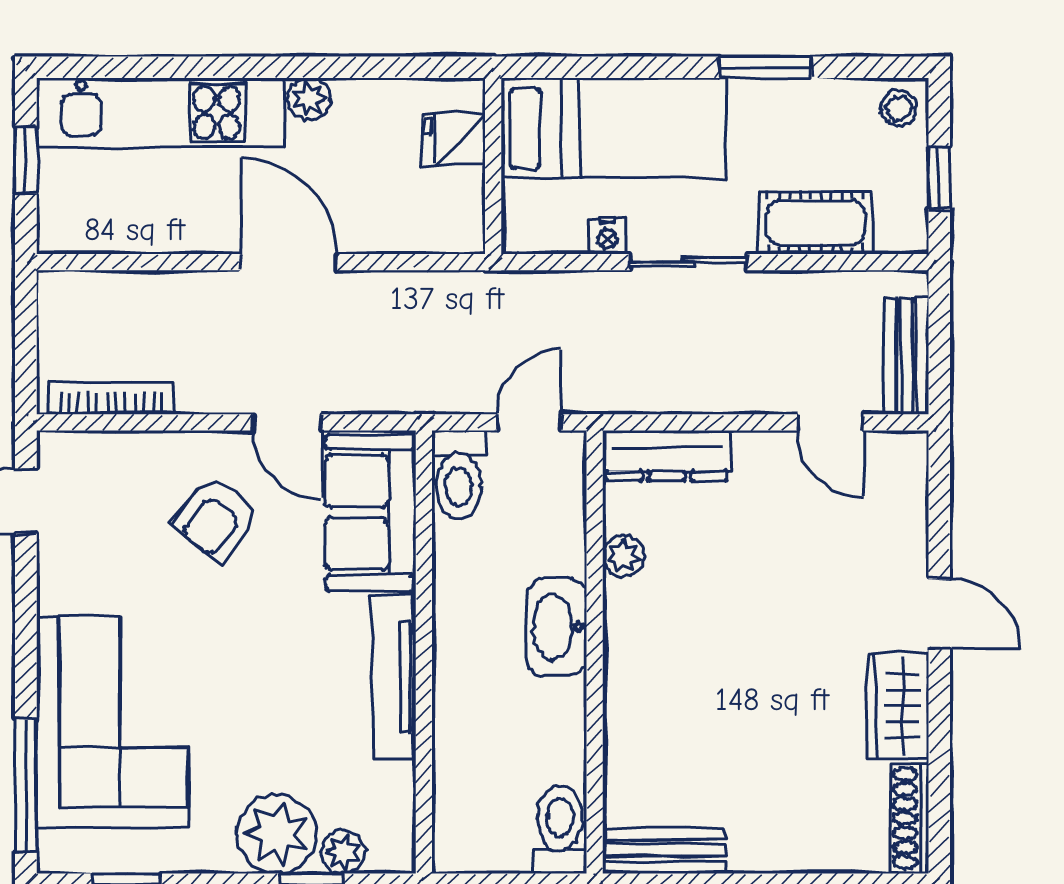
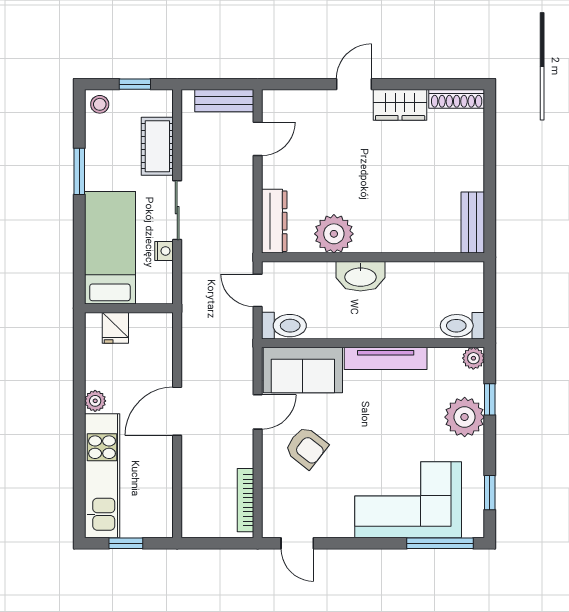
plant: (623, 556) -> (334, 234), width x1.87, depth x1.87
toilet: (560, 830) -> (462, 326), moved
plant: (343, 852) -> (473, 358), moved

